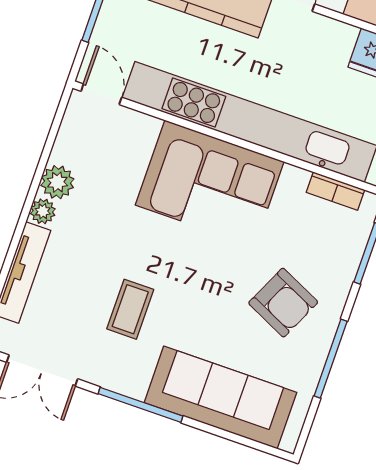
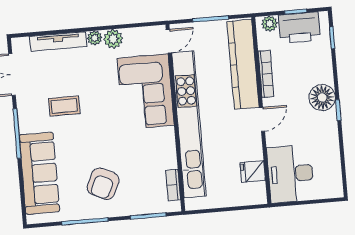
corner sofa: (210, 183) -> (146, 92), moved

